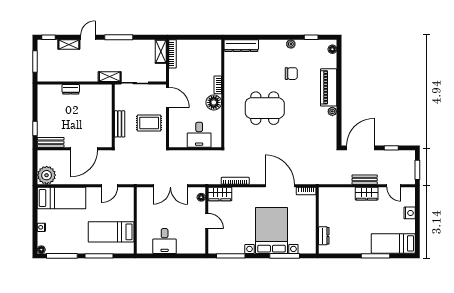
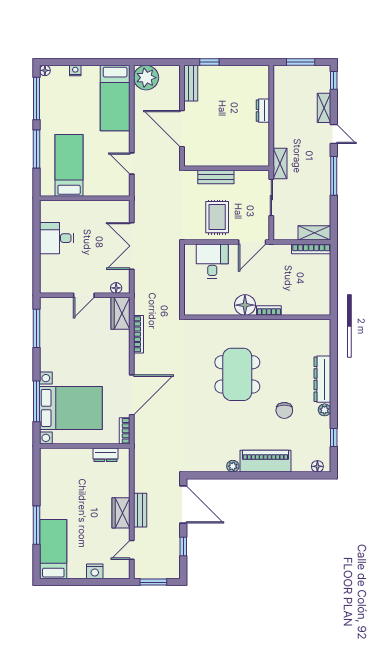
dresser: (241, 46) -> (322, 379), moved
desk: (199, 135) -> (212, 261), moved, turned 90
bed with nightstands: (271, 230) -> (71, 408), moved
dresser: (324, 236) -> (106, 455), moved

